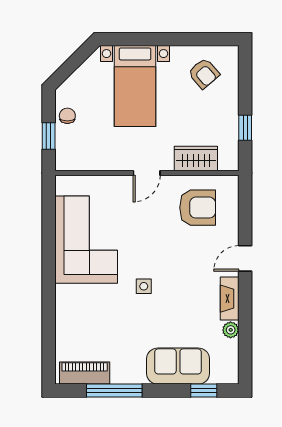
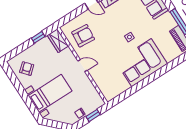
wardrobe: (196, 159) -> (58, 41), moved
armchair: (198, 208) -> (83, 36), turned 95
corner sofa: (86, 240) -> (141, 63), moved

